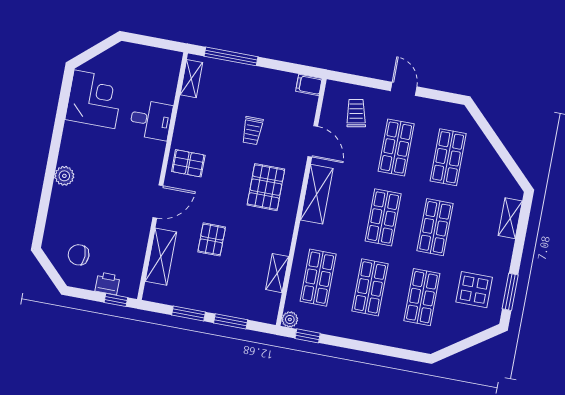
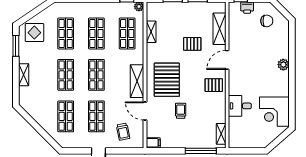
pallet: (266, 187) -> (167, 80), width x1.37, depth x1.41
shelving: (510, 218) -> (24, 75), moved
pallet: (212, 239) -> (192, 44), turned 90
display table: (474, 290) -> (34, 33), moved

